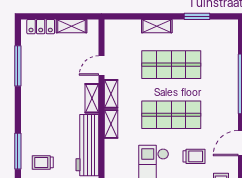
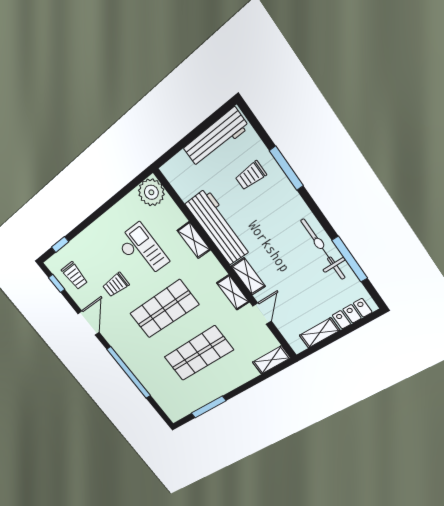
window: (197, 16) -> (209, 407), width x1.44
shelving: (157, 26) -> (271, 360), moved
bicycle: (30, 84) -> (323, 249), added
shelving: (111, 124) -> (194, 240), moved
trolley: (43, 162) -> (251, 176), turned 180

